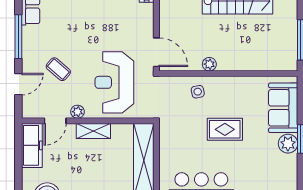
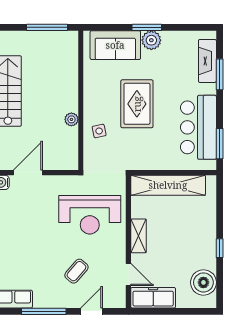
door: (156, 52) -> (28, 173), moved
door: (18, 84) -> (92, 311), hinge flipped
plant: (77, 112) -> (119, 252), removed
rug: (225, 129) -> (137, 104), width x1.36, depth x1.43

